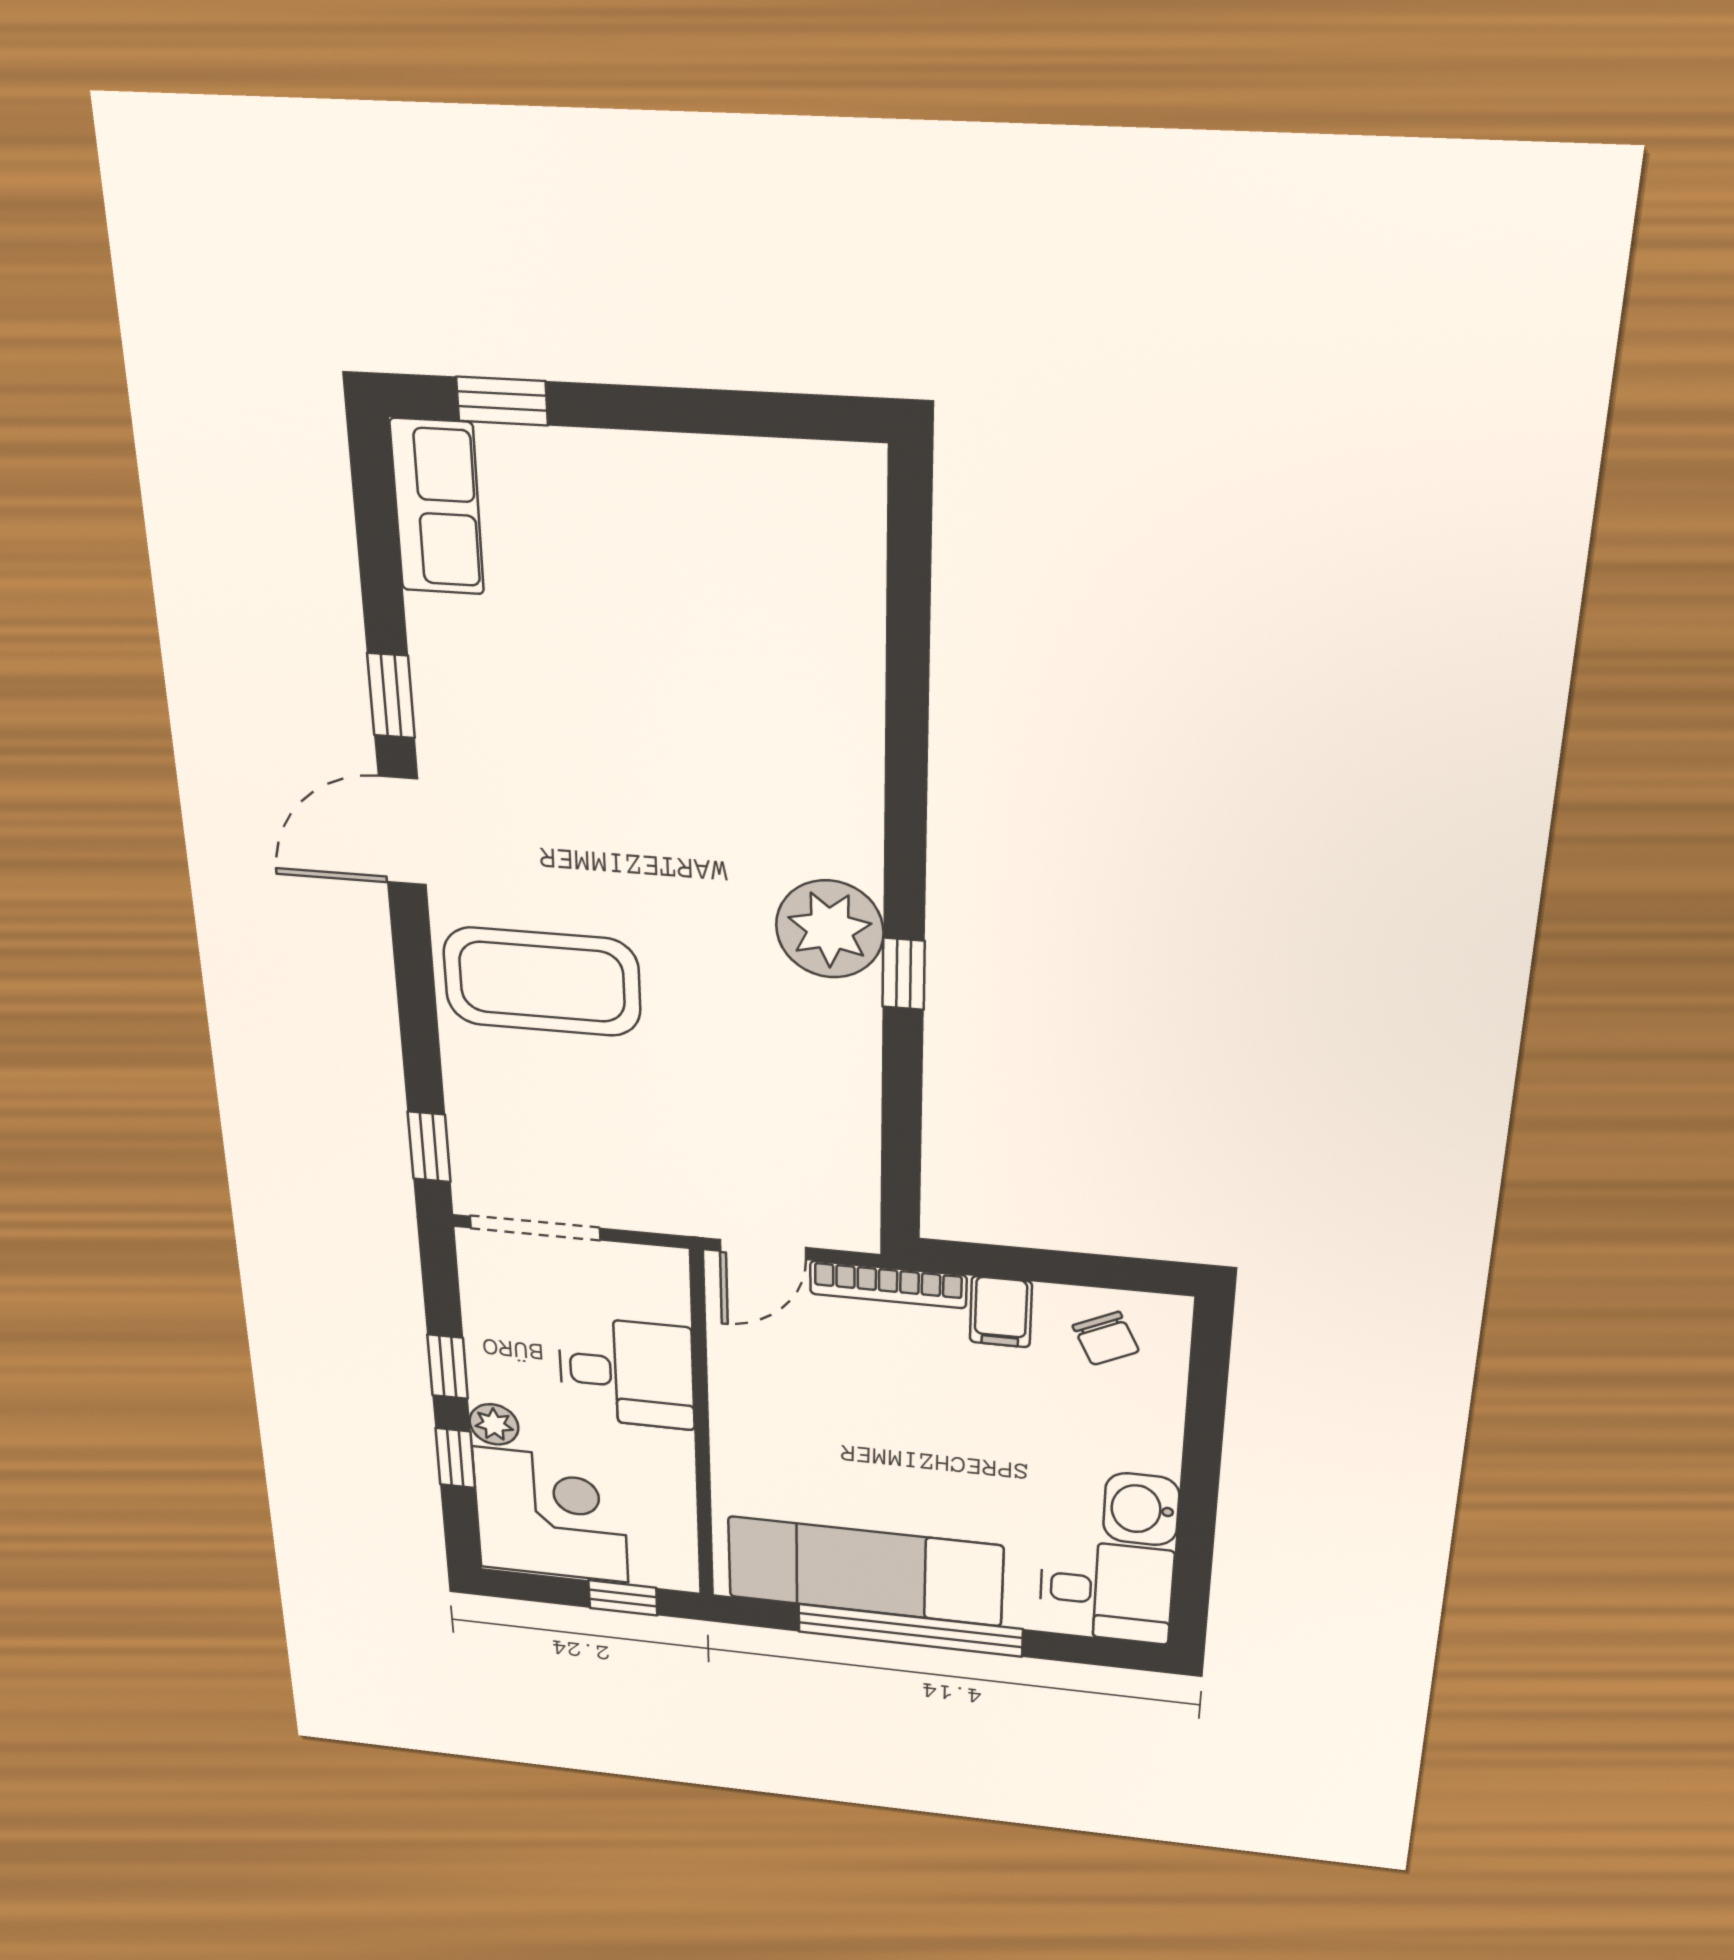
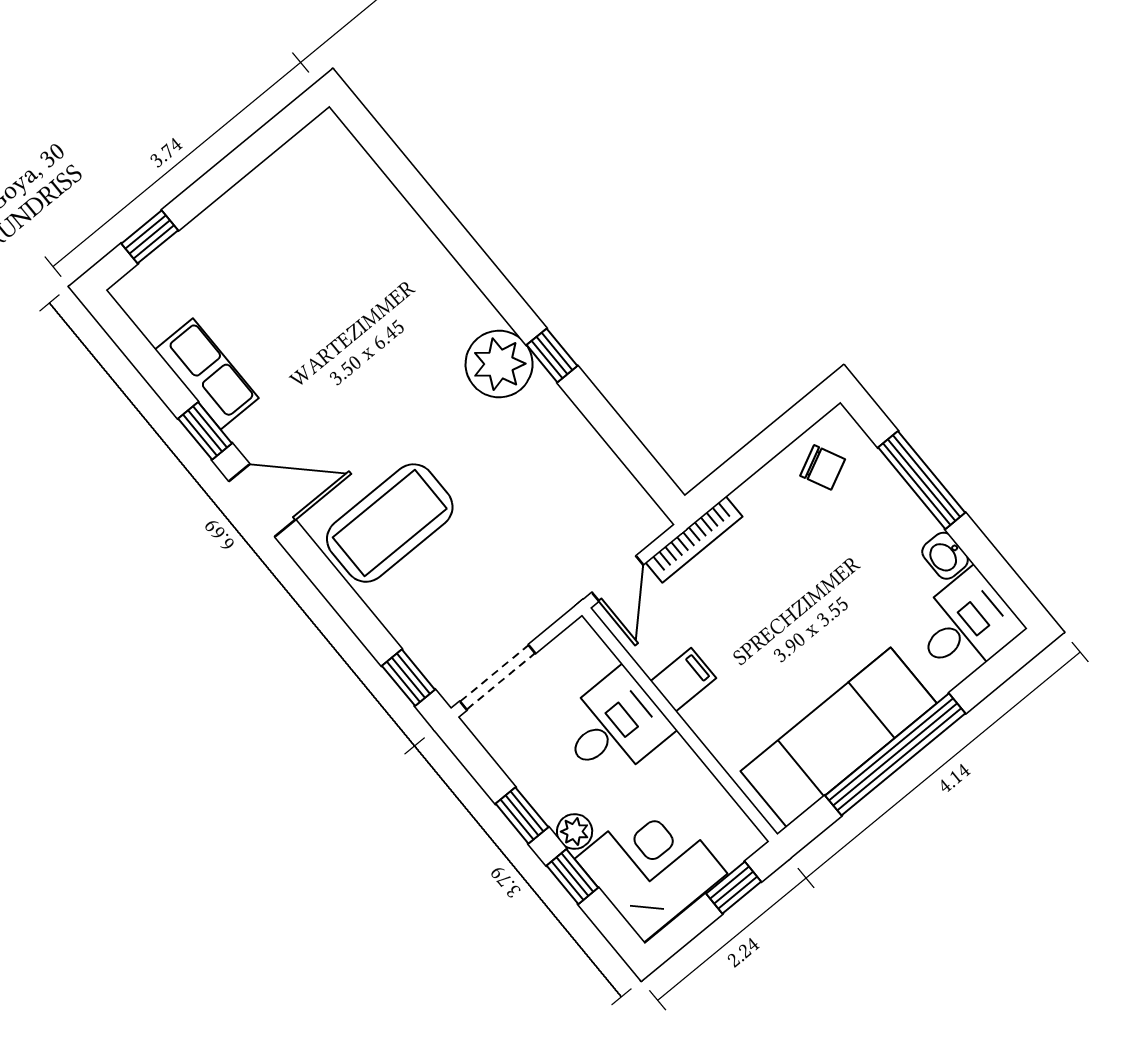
row of seats: (437, 507) -> (207, 374), moved
door: (402, 831) -> (262, 500), swing flipped
filing cabinet: (1001, 1312) -> (683, 680), moved, turned -90
window: (1203, 1438) -> (922, 480), added
washbasin: (1141, 1509) -> (945, 556), width x0.72, depth x0.69

